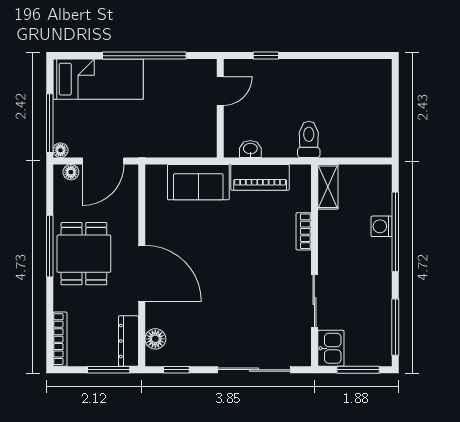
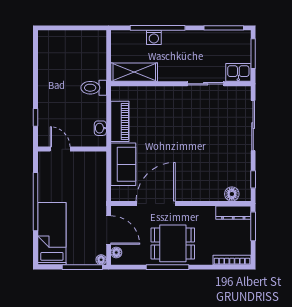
shelving: (328, 187) -> (134, 72), width x1.50, depth x1.33
bookcase: (304, 231) -> (157, 91), removed
door: (142, 273) -> (156, 203), moved

